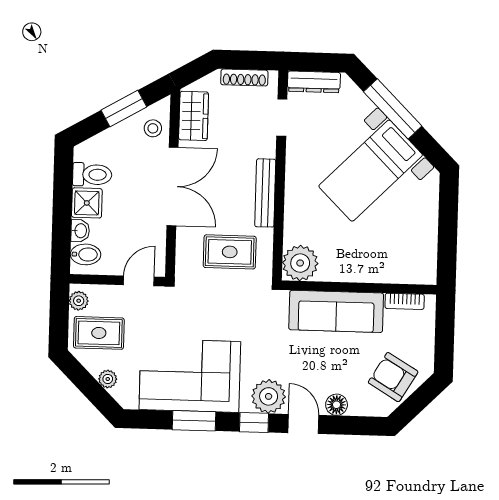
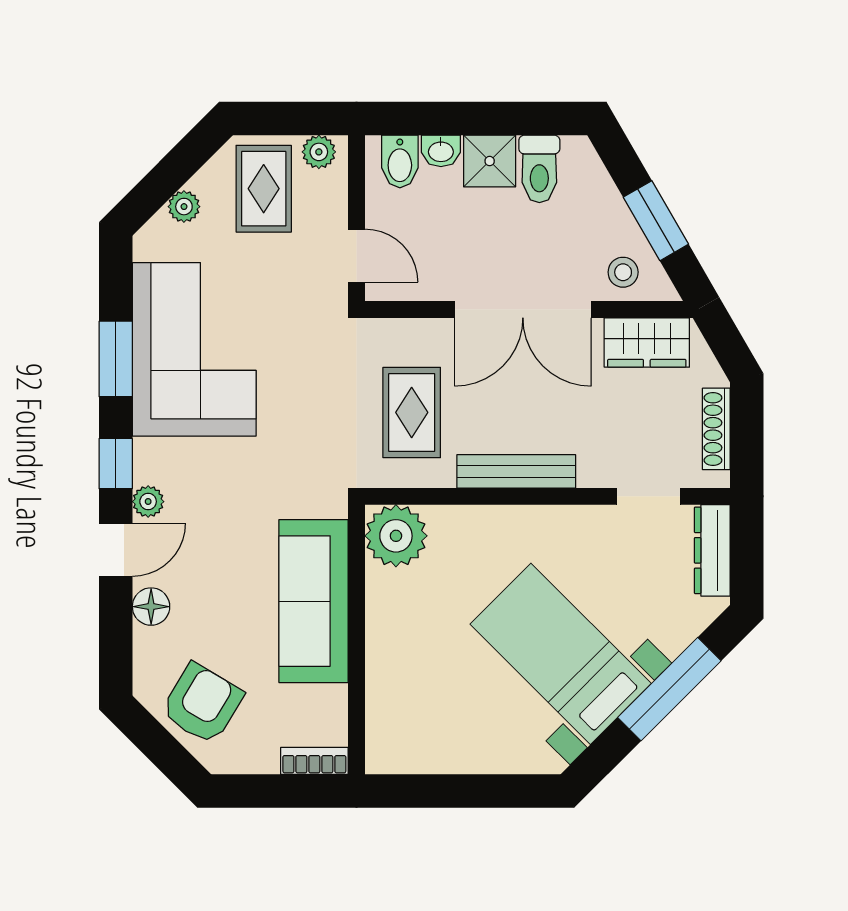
bookcase: (405, 301) -> (314, 761), moved, turned 90
plant: (269, 396) -> (148, 502), width x0.53, depth x0.53

